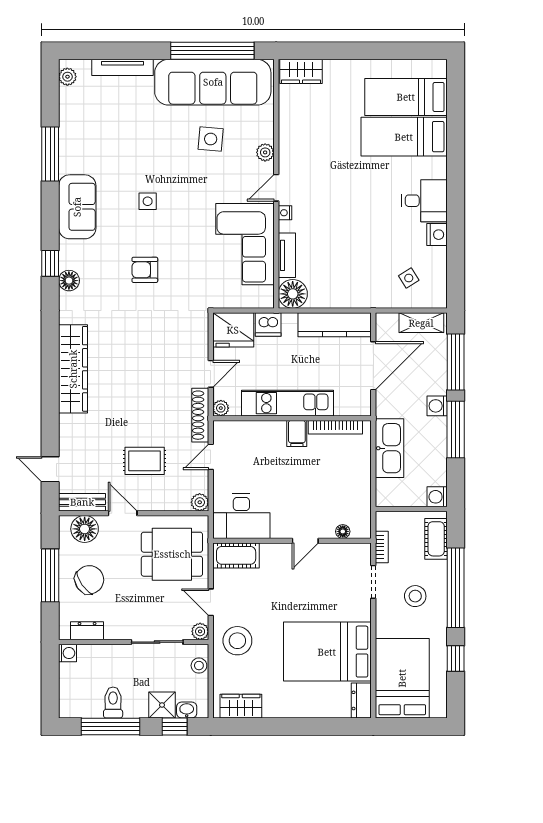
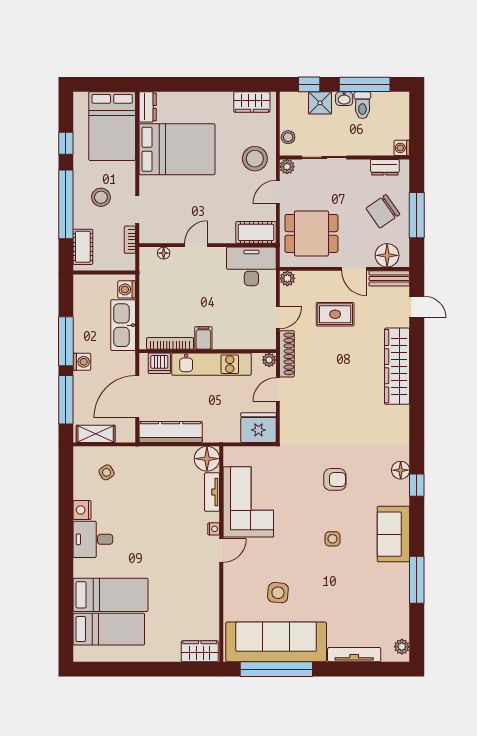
plant: (265, 152) -> (231, 581), removed
dishwasher: (268, 325) -> (159, 363), moved, turned 180
wardrobe: (73, 369) -> (397, 366), moved
washing machine: (437, 497) -> (127, 289), moved, turned 180
door: (211, 602) -> (278, 192), swing flipped
washbasin: (187, 710) -> (344, 99), moved

